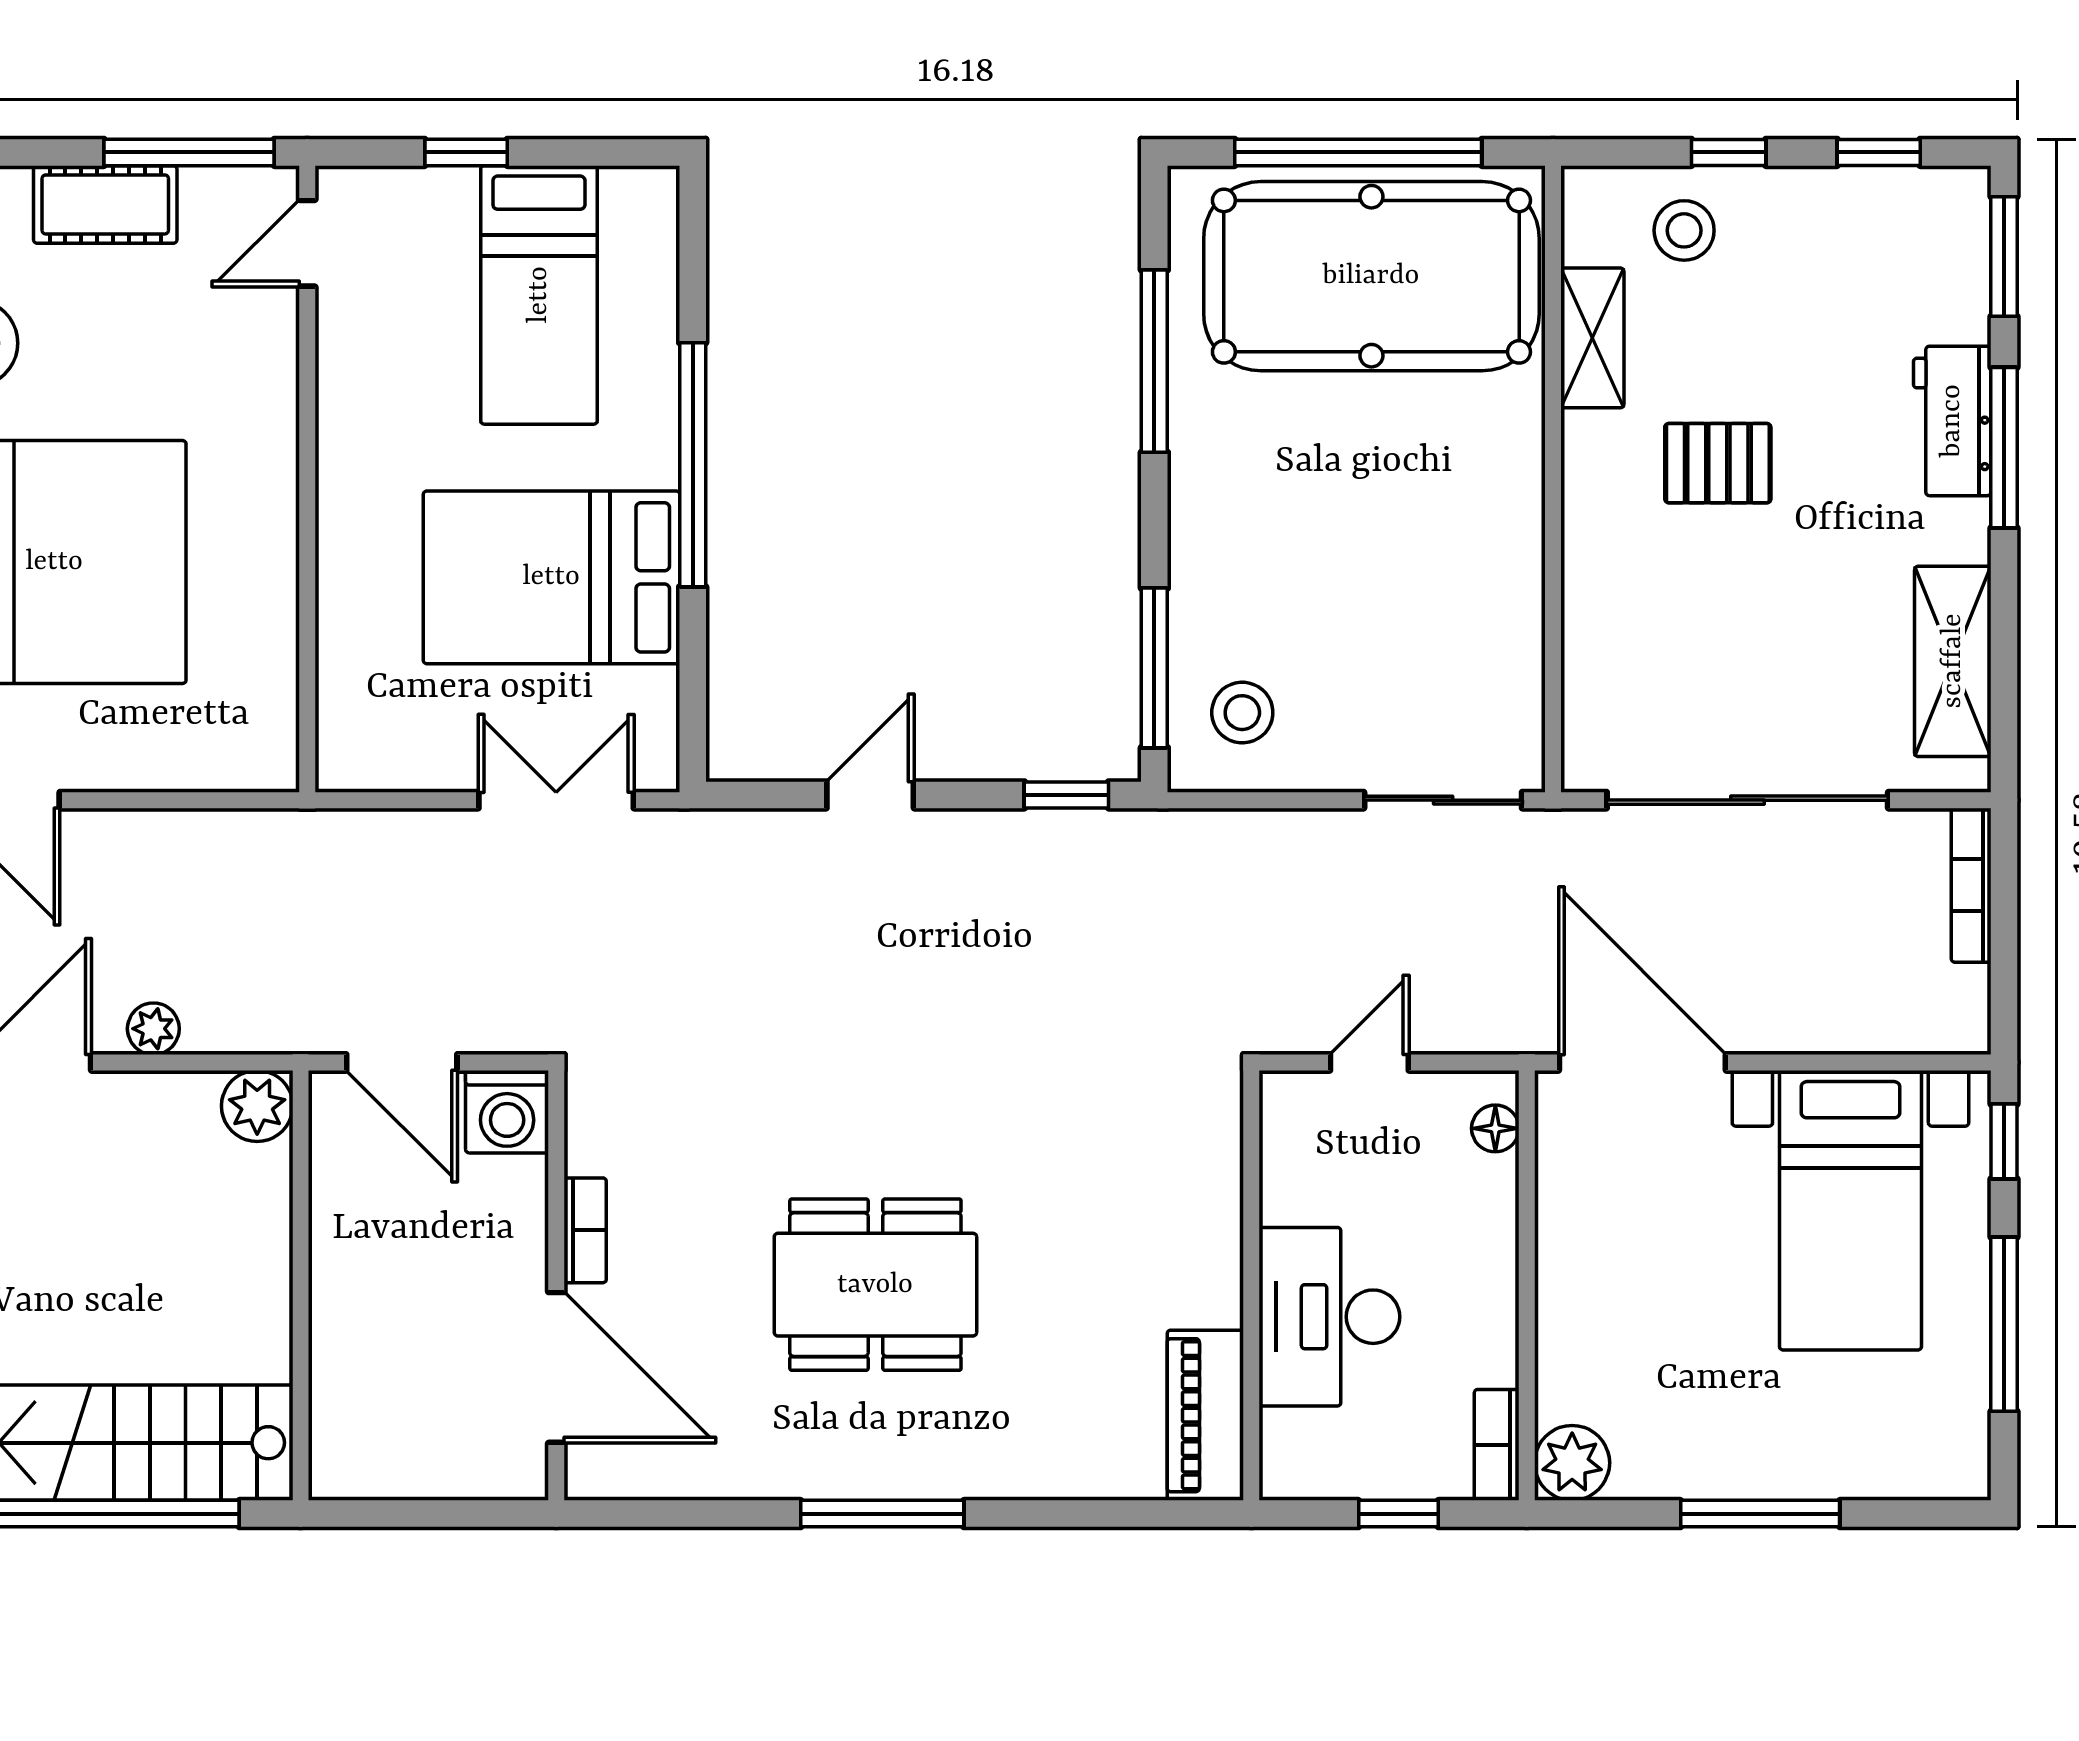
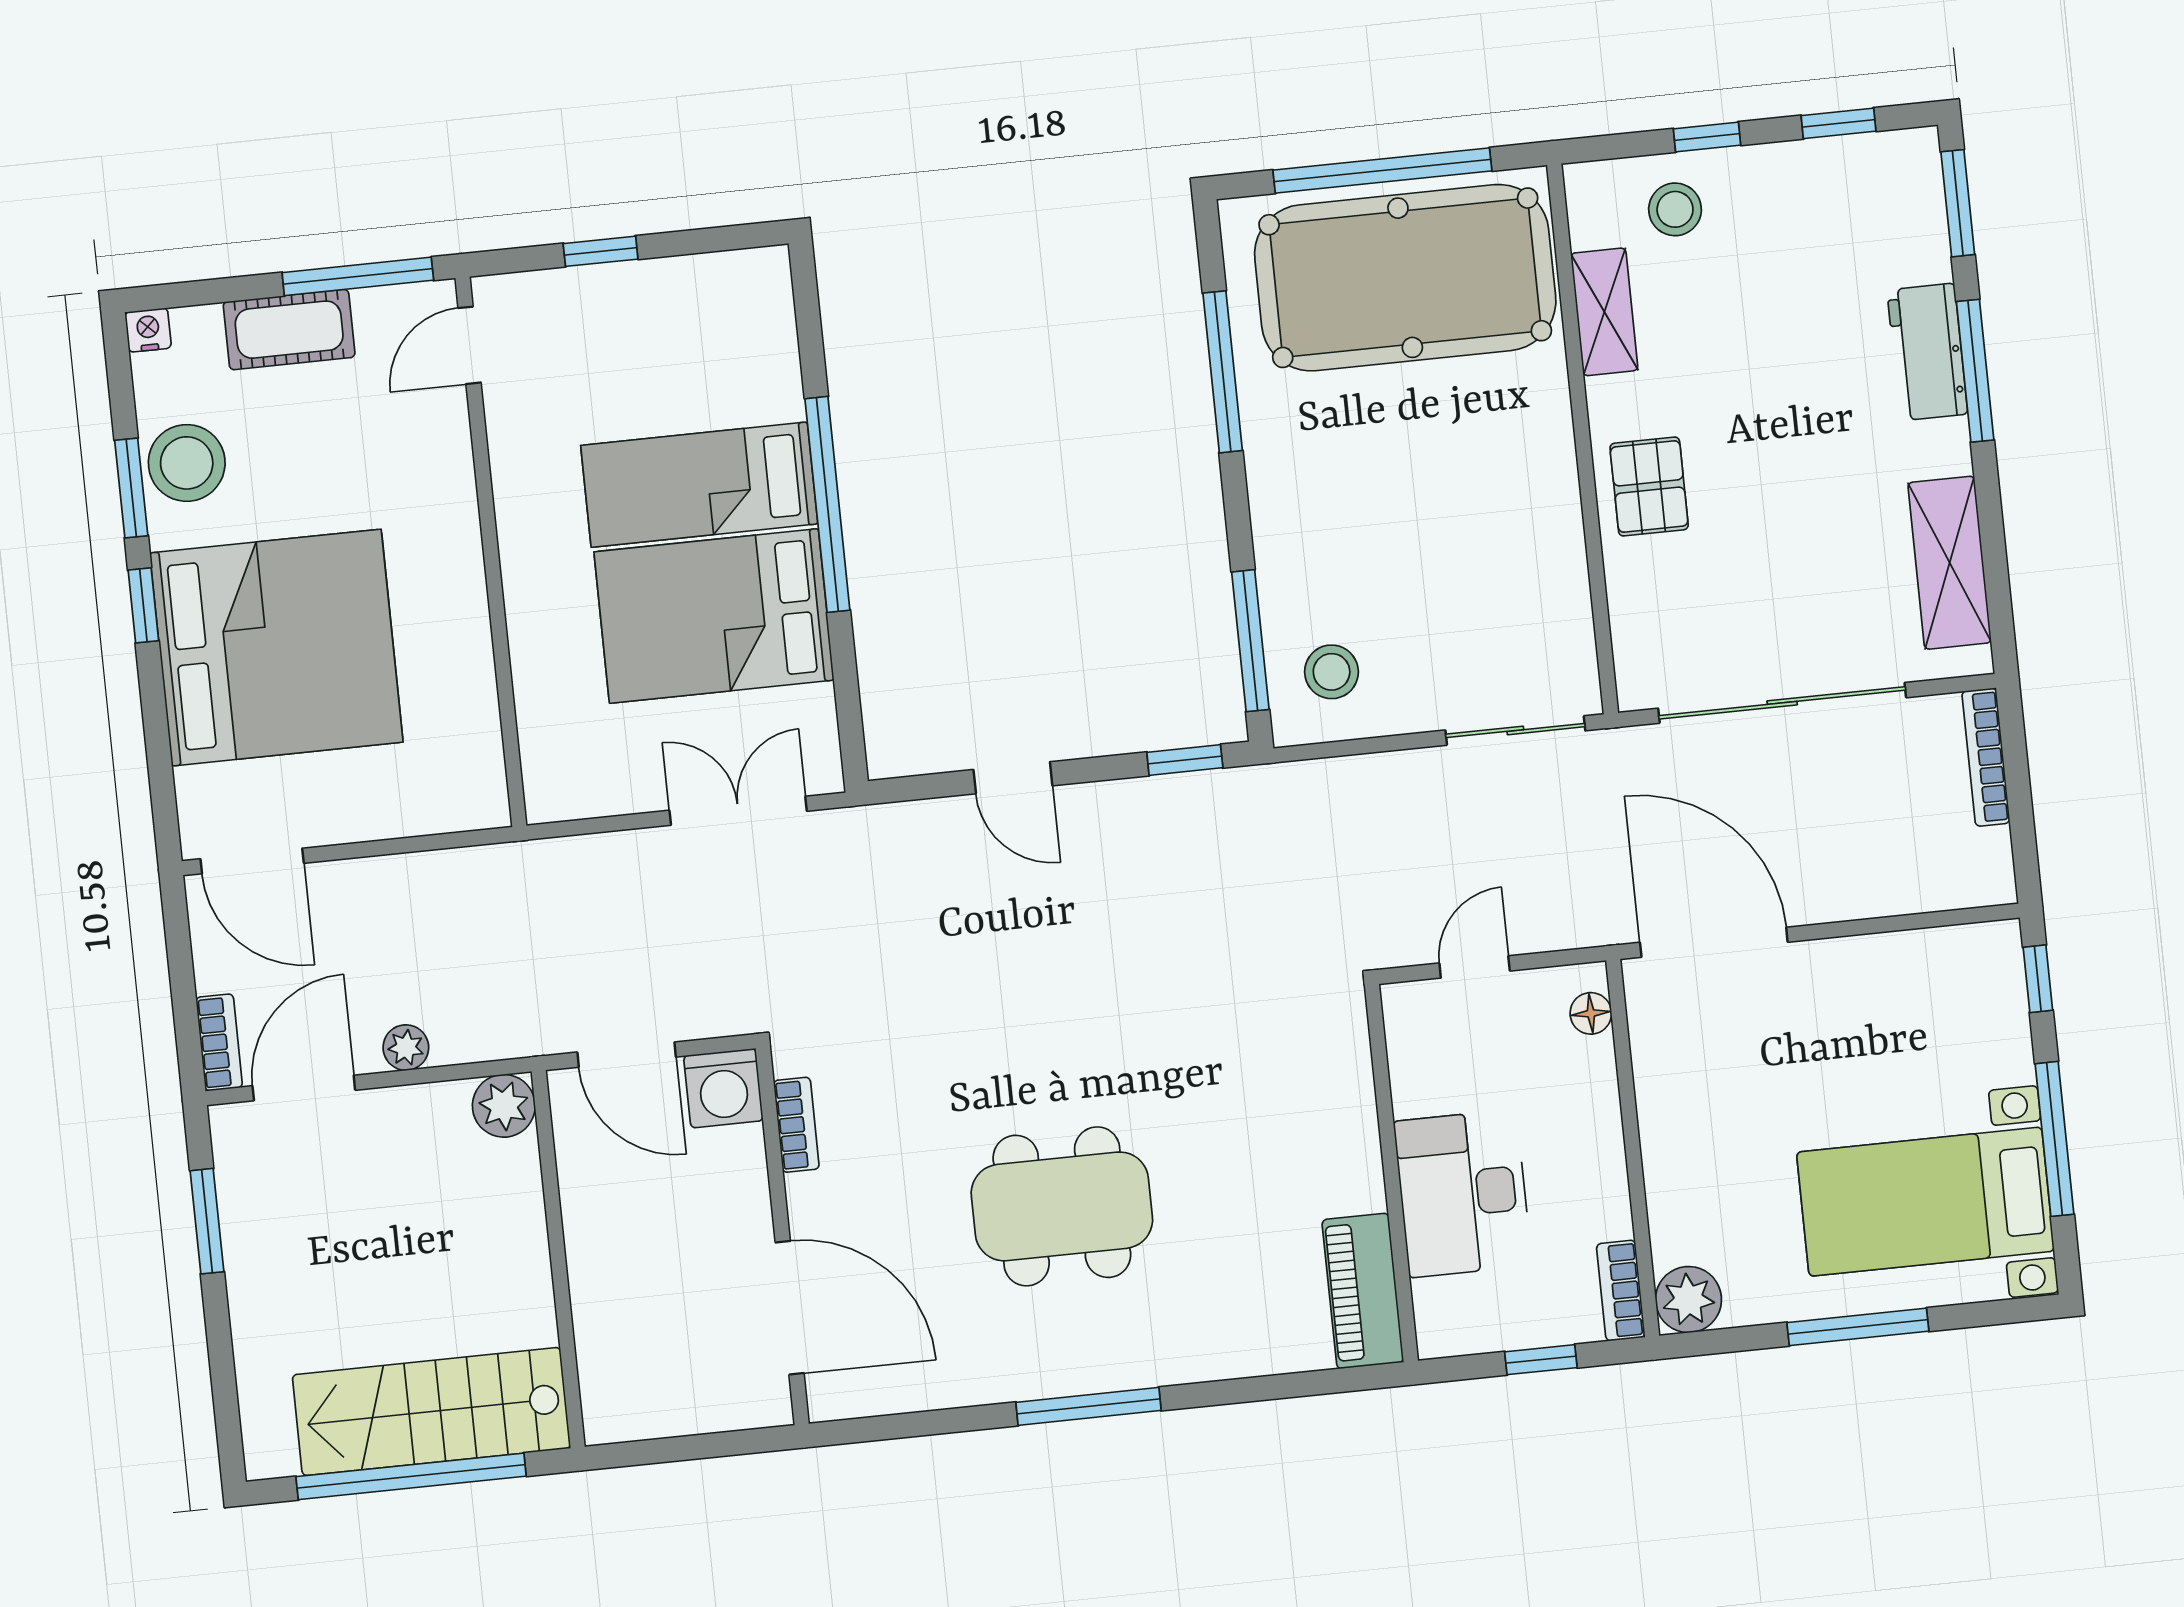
bed: (539, 295) -> (699, 485), moved, turned 90
pallet: (1718, 463) -> (1649, 487), moved, turned 90
door: (870, 795) -> (1013, 778), swing flipped
bed with nightstands: (1850, 1210) -> (1925, 1202), moved, turned 90
bookcase: (585, 1230) -> (796, 1125), moved

